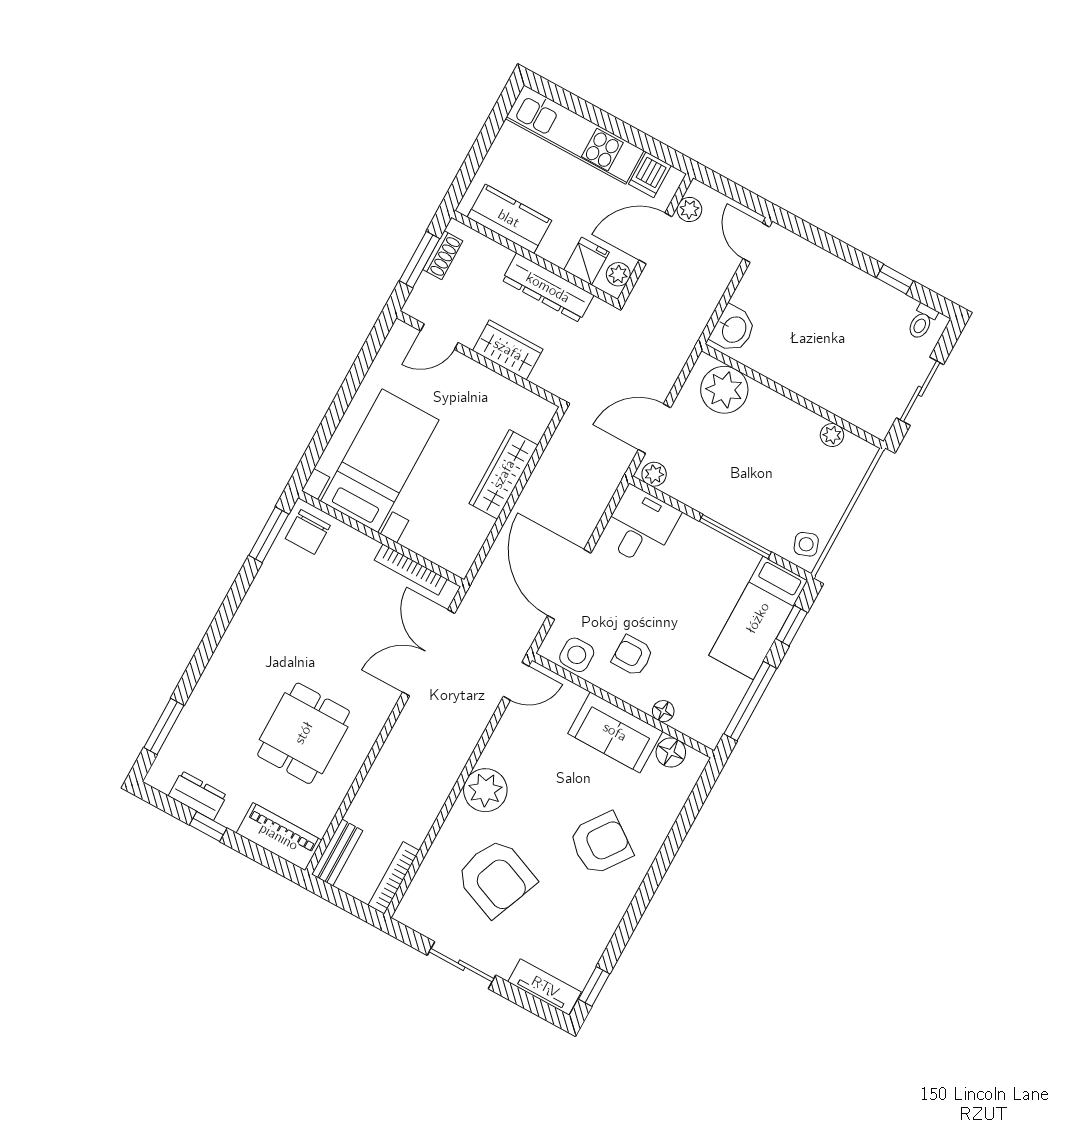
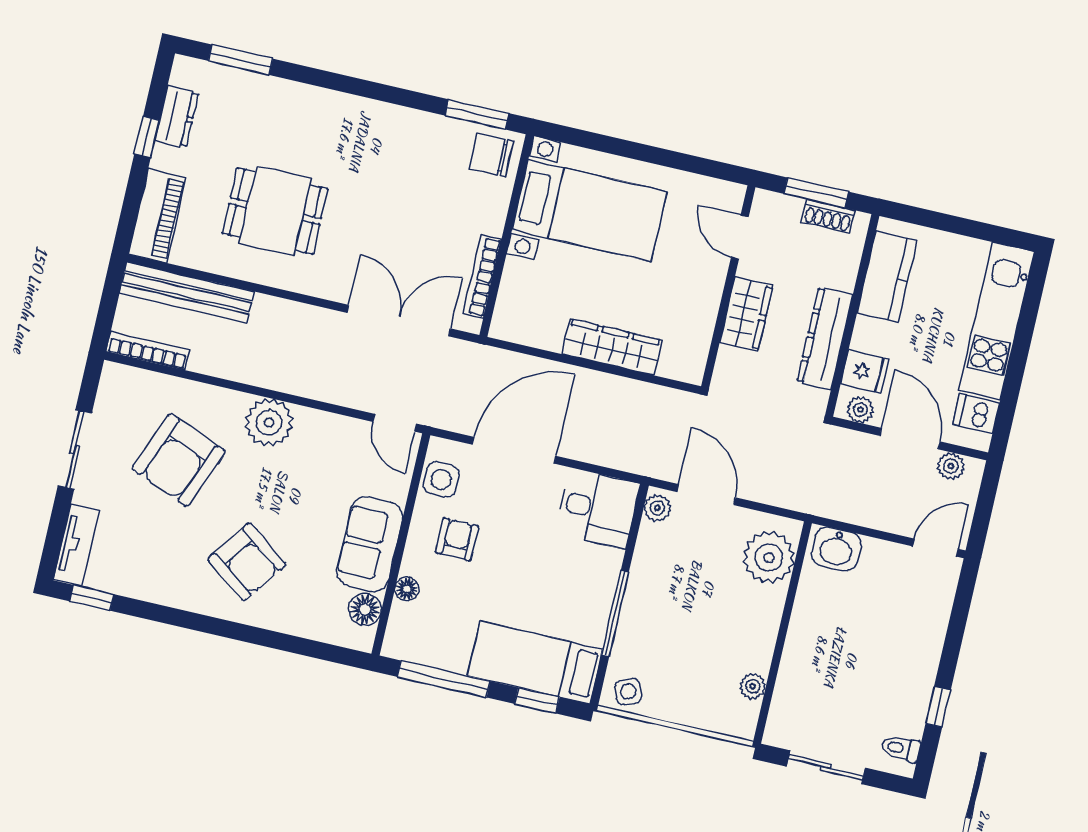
bench: (337, 852) -> (187, 293), width x1.86, depth x1.21

